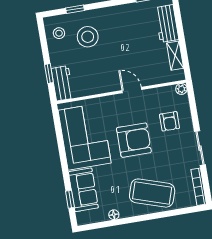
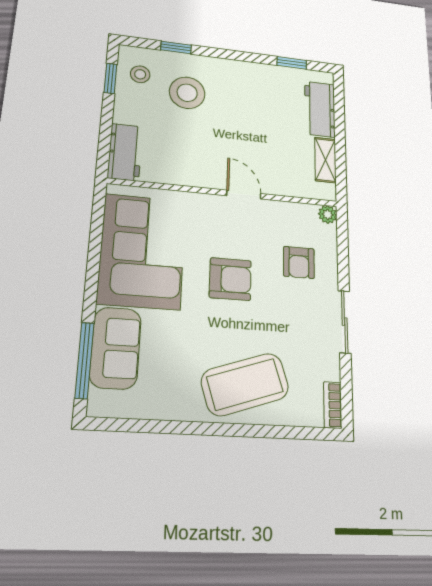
window: (49, 73) -> (110, 78), moved
armchair: (134, 140) -> (230, 279), width x0.73, depth x0.73
bookcase: (199, 187) -> (333, 405), width x0.64
coffee table: (152, 193) -> (245, 384), turned -36
window: (70, 199) -> (84, 360), width x2.17
floor lamp: (114, 215) -> (163, 410), removed

